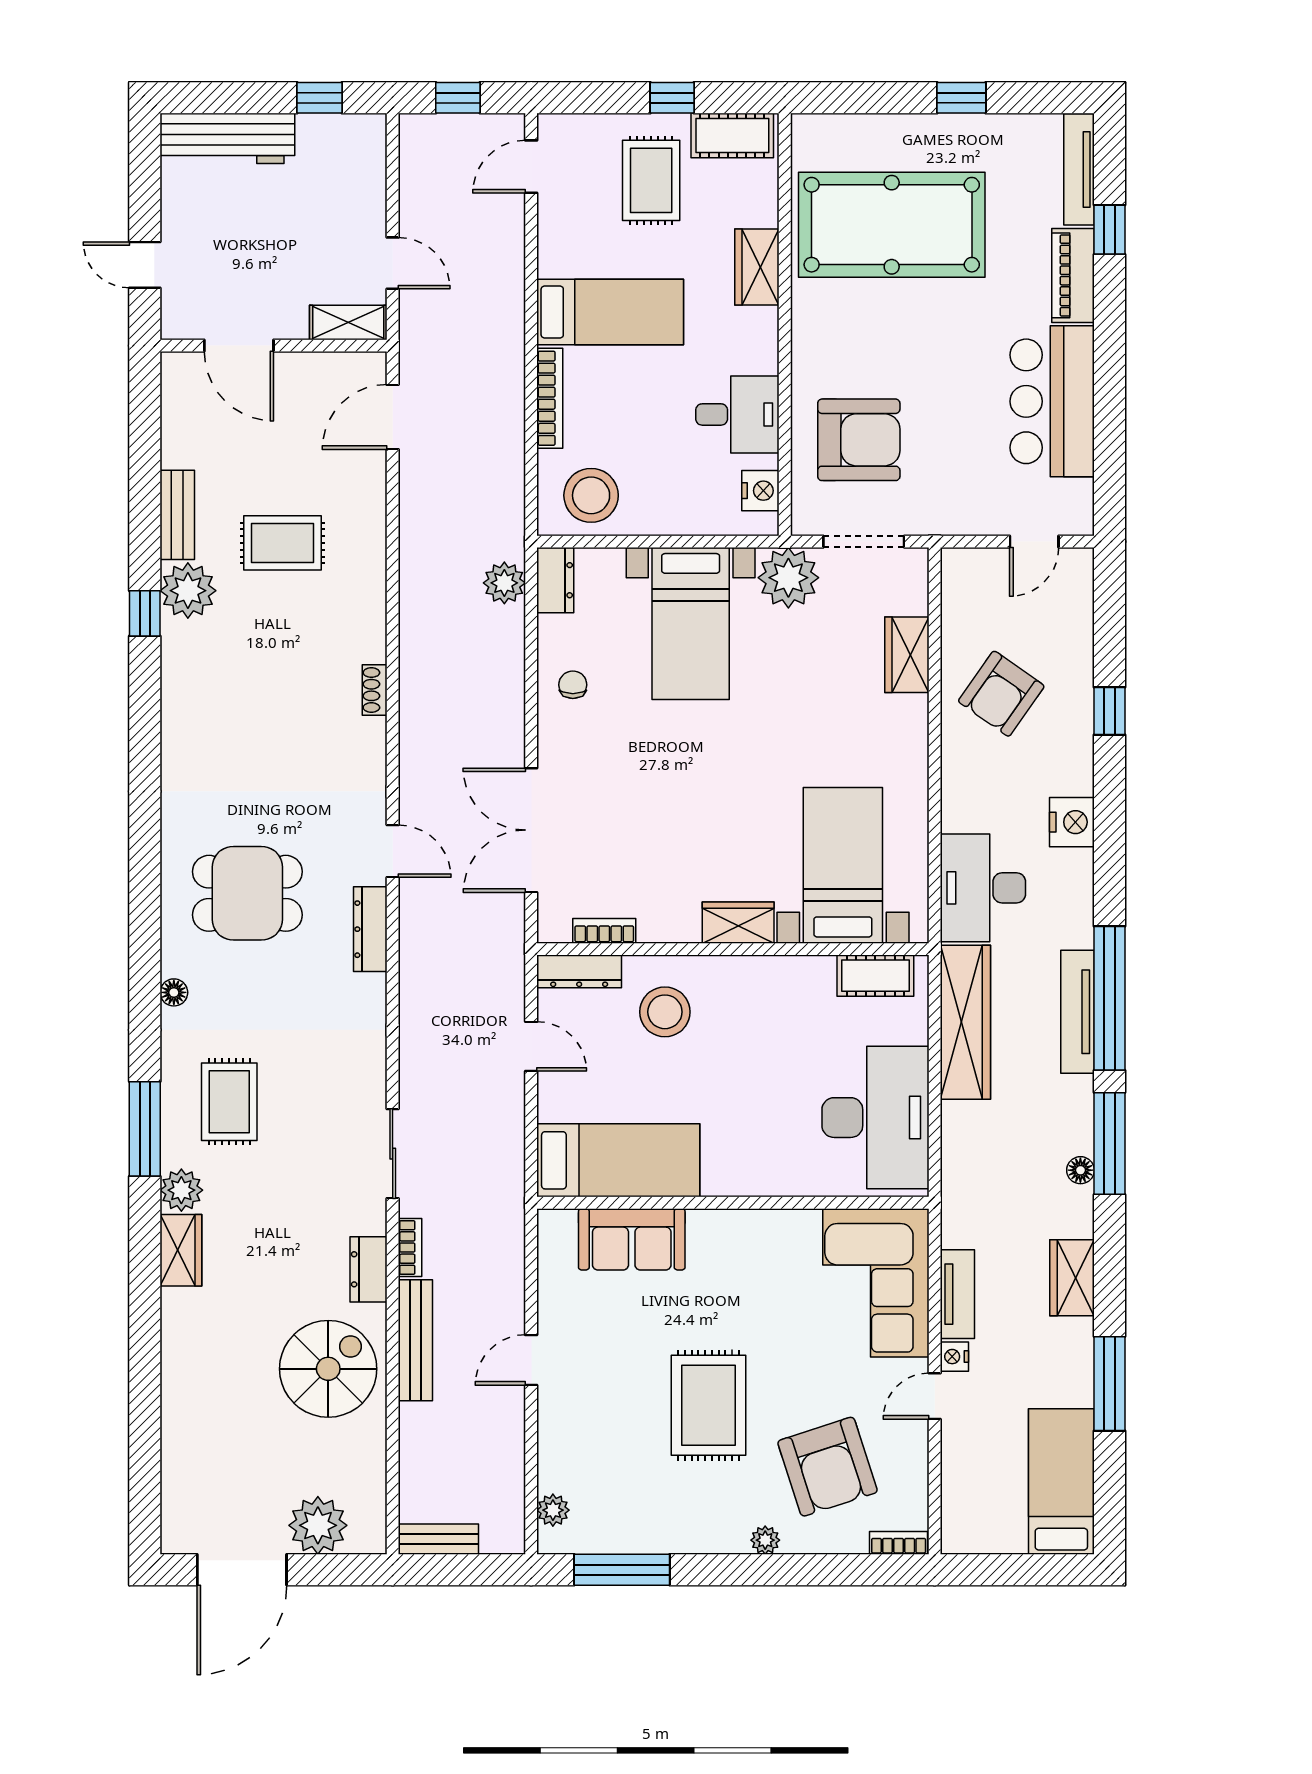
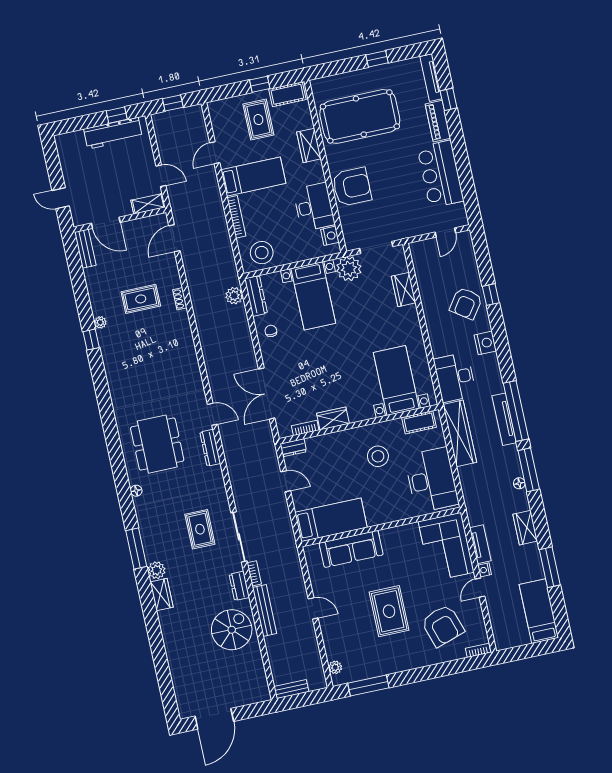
workbench: (227, 138) -> (113, 133), moved
door: (531, 167) -> (215, 153), moved
desk: (737, 414) -> (314, 207), width x1.37
armchair: (859, 440) -> (352, 187), moved
bench: (177, 515) -> (85, 249), moved
dresser: (555, 580) -> (256, 296), width x1.44
plant: (188, 591) -> (100, 322), width x0.53, depth x0.53
shoe rack: (375, 690) -> (180, 299), moved
armchair: (1001, 694) -> (466, 303), moved
dining table: (247, 893) -> (157, 444), width x1.38
wardrobe: (738, 923) -> (333, 418), moved
dresser: (579, 971) -> (293, 448), width x0.70
stool: (665, 1012) -> (378, 456), moved
rug: (229, 1102) -> (200, 529), moved
sliding door: (393, 1154) -> (239, 537), width x1.37
sofa: (632, 1239) -> (351, 549), width x1.36
door: (531, 1360) -> (313, 608), swing flipped
plant: (318, 1525) -> (241, 694), removed
plant: (765, 1540) -> (424, 661), removed

